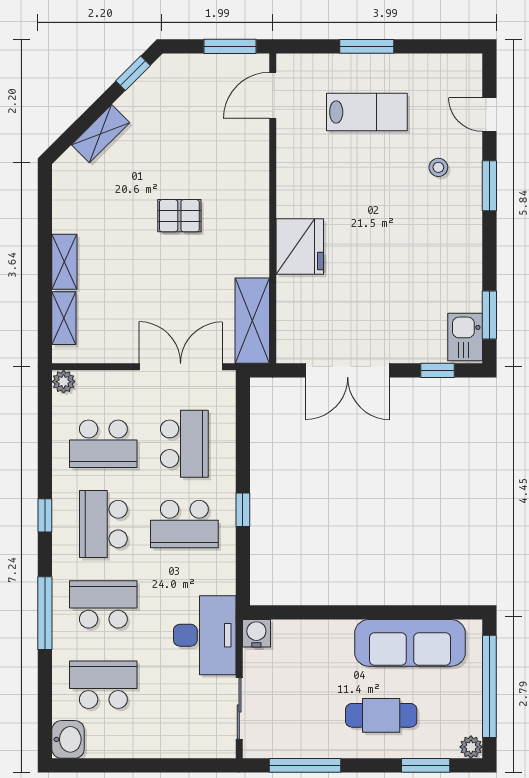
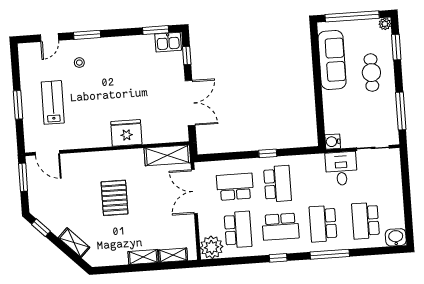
pallet: (179, 216) -> (114, 198), width x1.50, depth x1.42
plant: (64, 382) -> (212, 247), width x1.88, depth x1.88
desk: (205, 635) -> (341, 169), width x0.73

